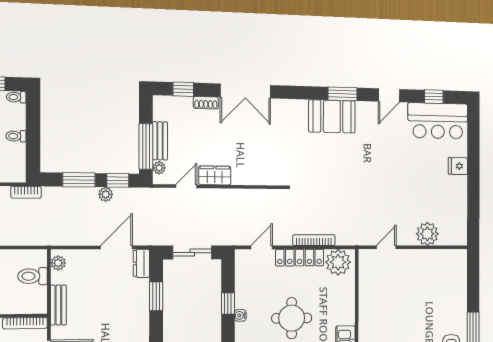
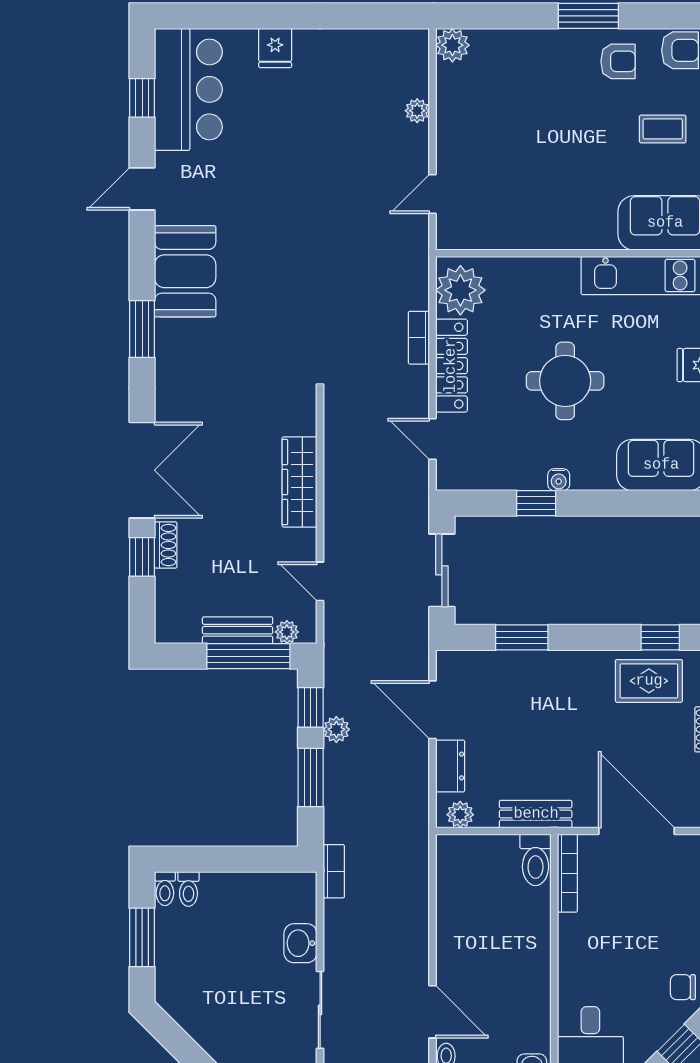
window: (183, 89) -> (142, 557), moved
window: (343, 94) -> (142, 329), moved
door: (389, 95) -> (142, 189), swing flipped
booth: (332, 116) -> (185, 271), moved
toilet: (16, 136) -> (188, 889), moved
wardrobe: (215, 175) -> (299, 482), moved, width x1.50
plant: (427, 234) -> (417, 111), width x0.53, depth x0.53
bookcase: (314, 240) -> (419, 338), width x0.64
door: (386, 247) -> (432, 194), hinge flipped
plant: (459, 258) -> (452, 45), added
dresser: (141, 263) -> (450, 766), moved, turned -90
toilet: (33, 276) -> (536, 860), moved

